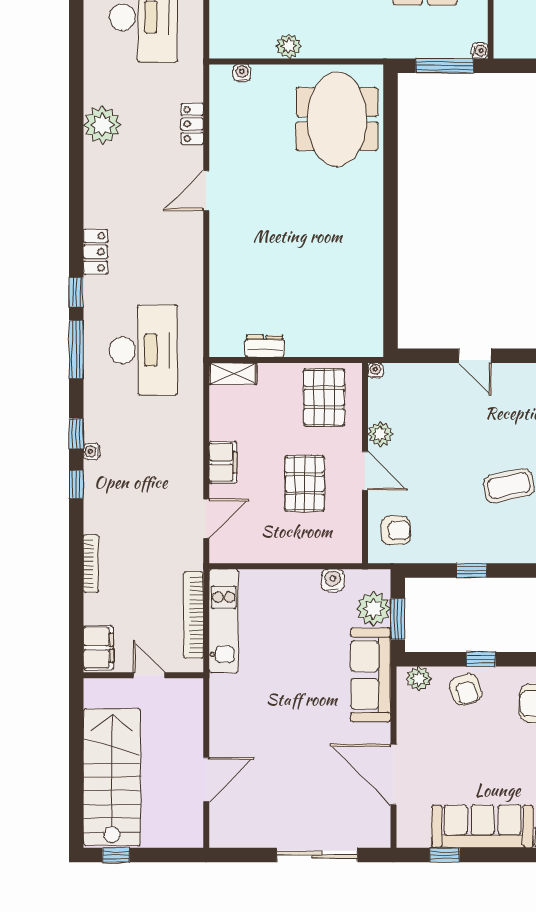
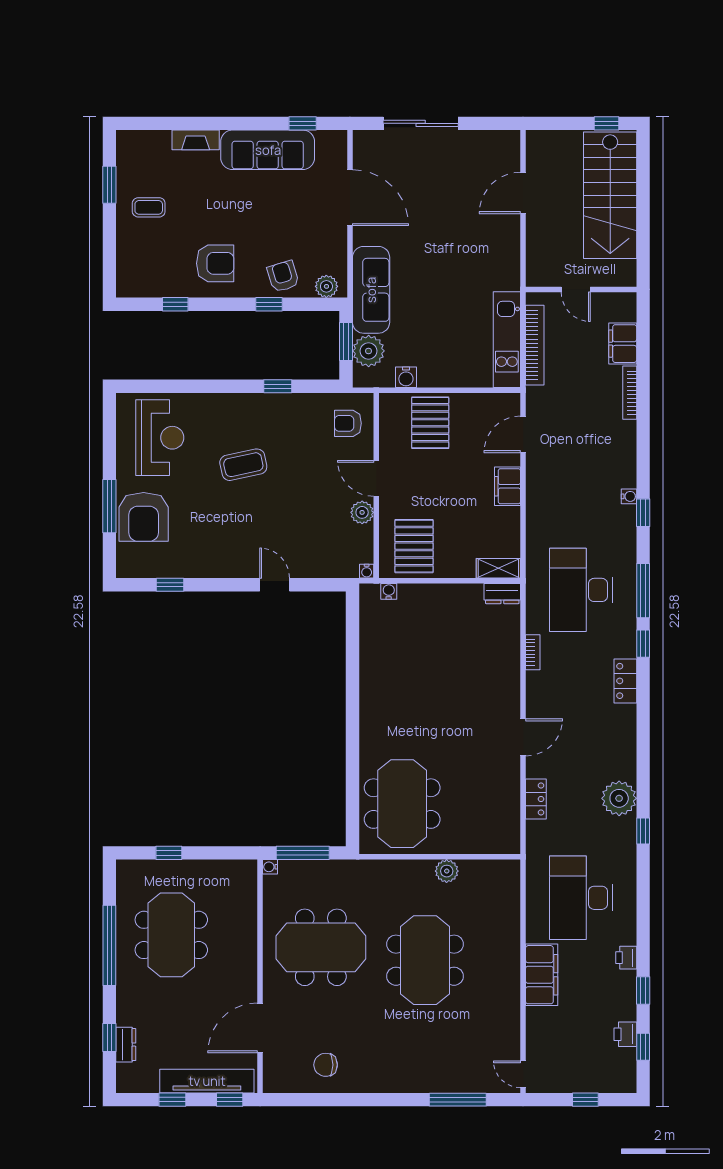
water cooler: (242, 73) -> (389, 591), moved, turned 180
bookcase: (196, 283) -> (533, 652), added
dresser: (265, 346) -> (502, 594), moved
pallet: (305, 484) -> (430, 423), moved
window: (76, 485) -> (643, 831), moved
filing cabinet: (98, 648) -> (623, 344), moved

